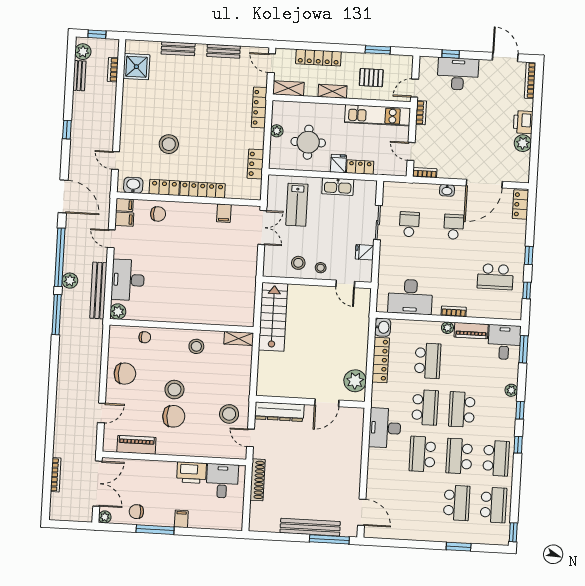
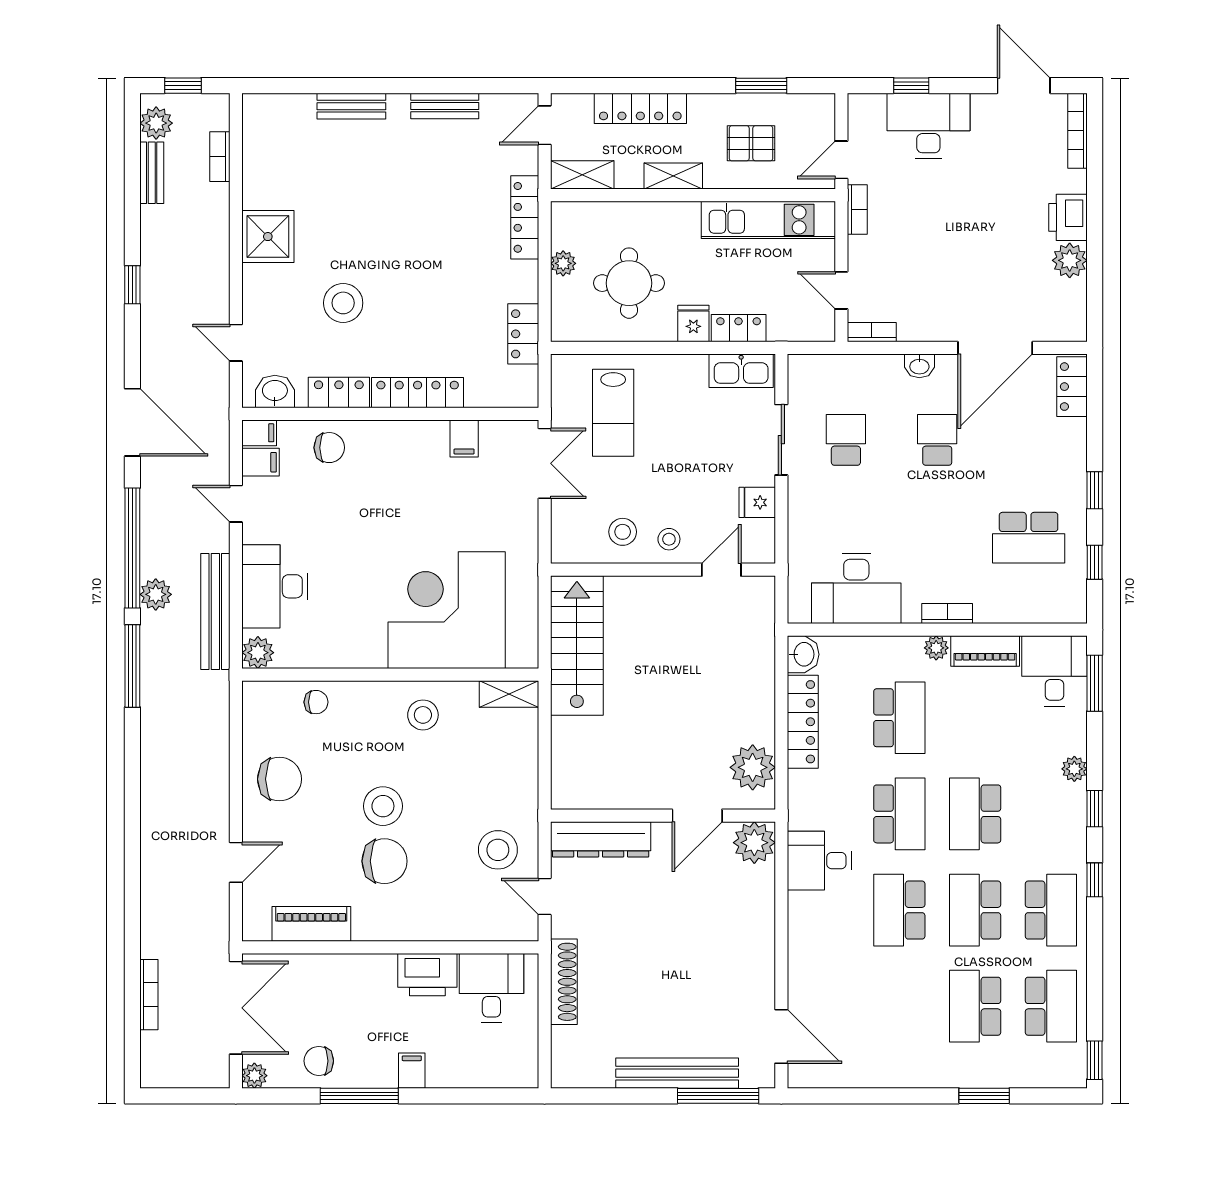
door: (271, 63) -> (545, 125), hinge flipped
shower: (136, 67) -> (268, 237), moved
kitchen sink: (338, 187) -> (741, 371), moved
door: (345, 284) -> (721, 570), swing flipped
corner desk: (211, 296) -> (447, 610), added
plant: (354, 417) -> (754, 843), added
desk: (385, 428) -> (819, 861), width x0.73
school desk: (457, 503) -> (975, 1006), turned 180

